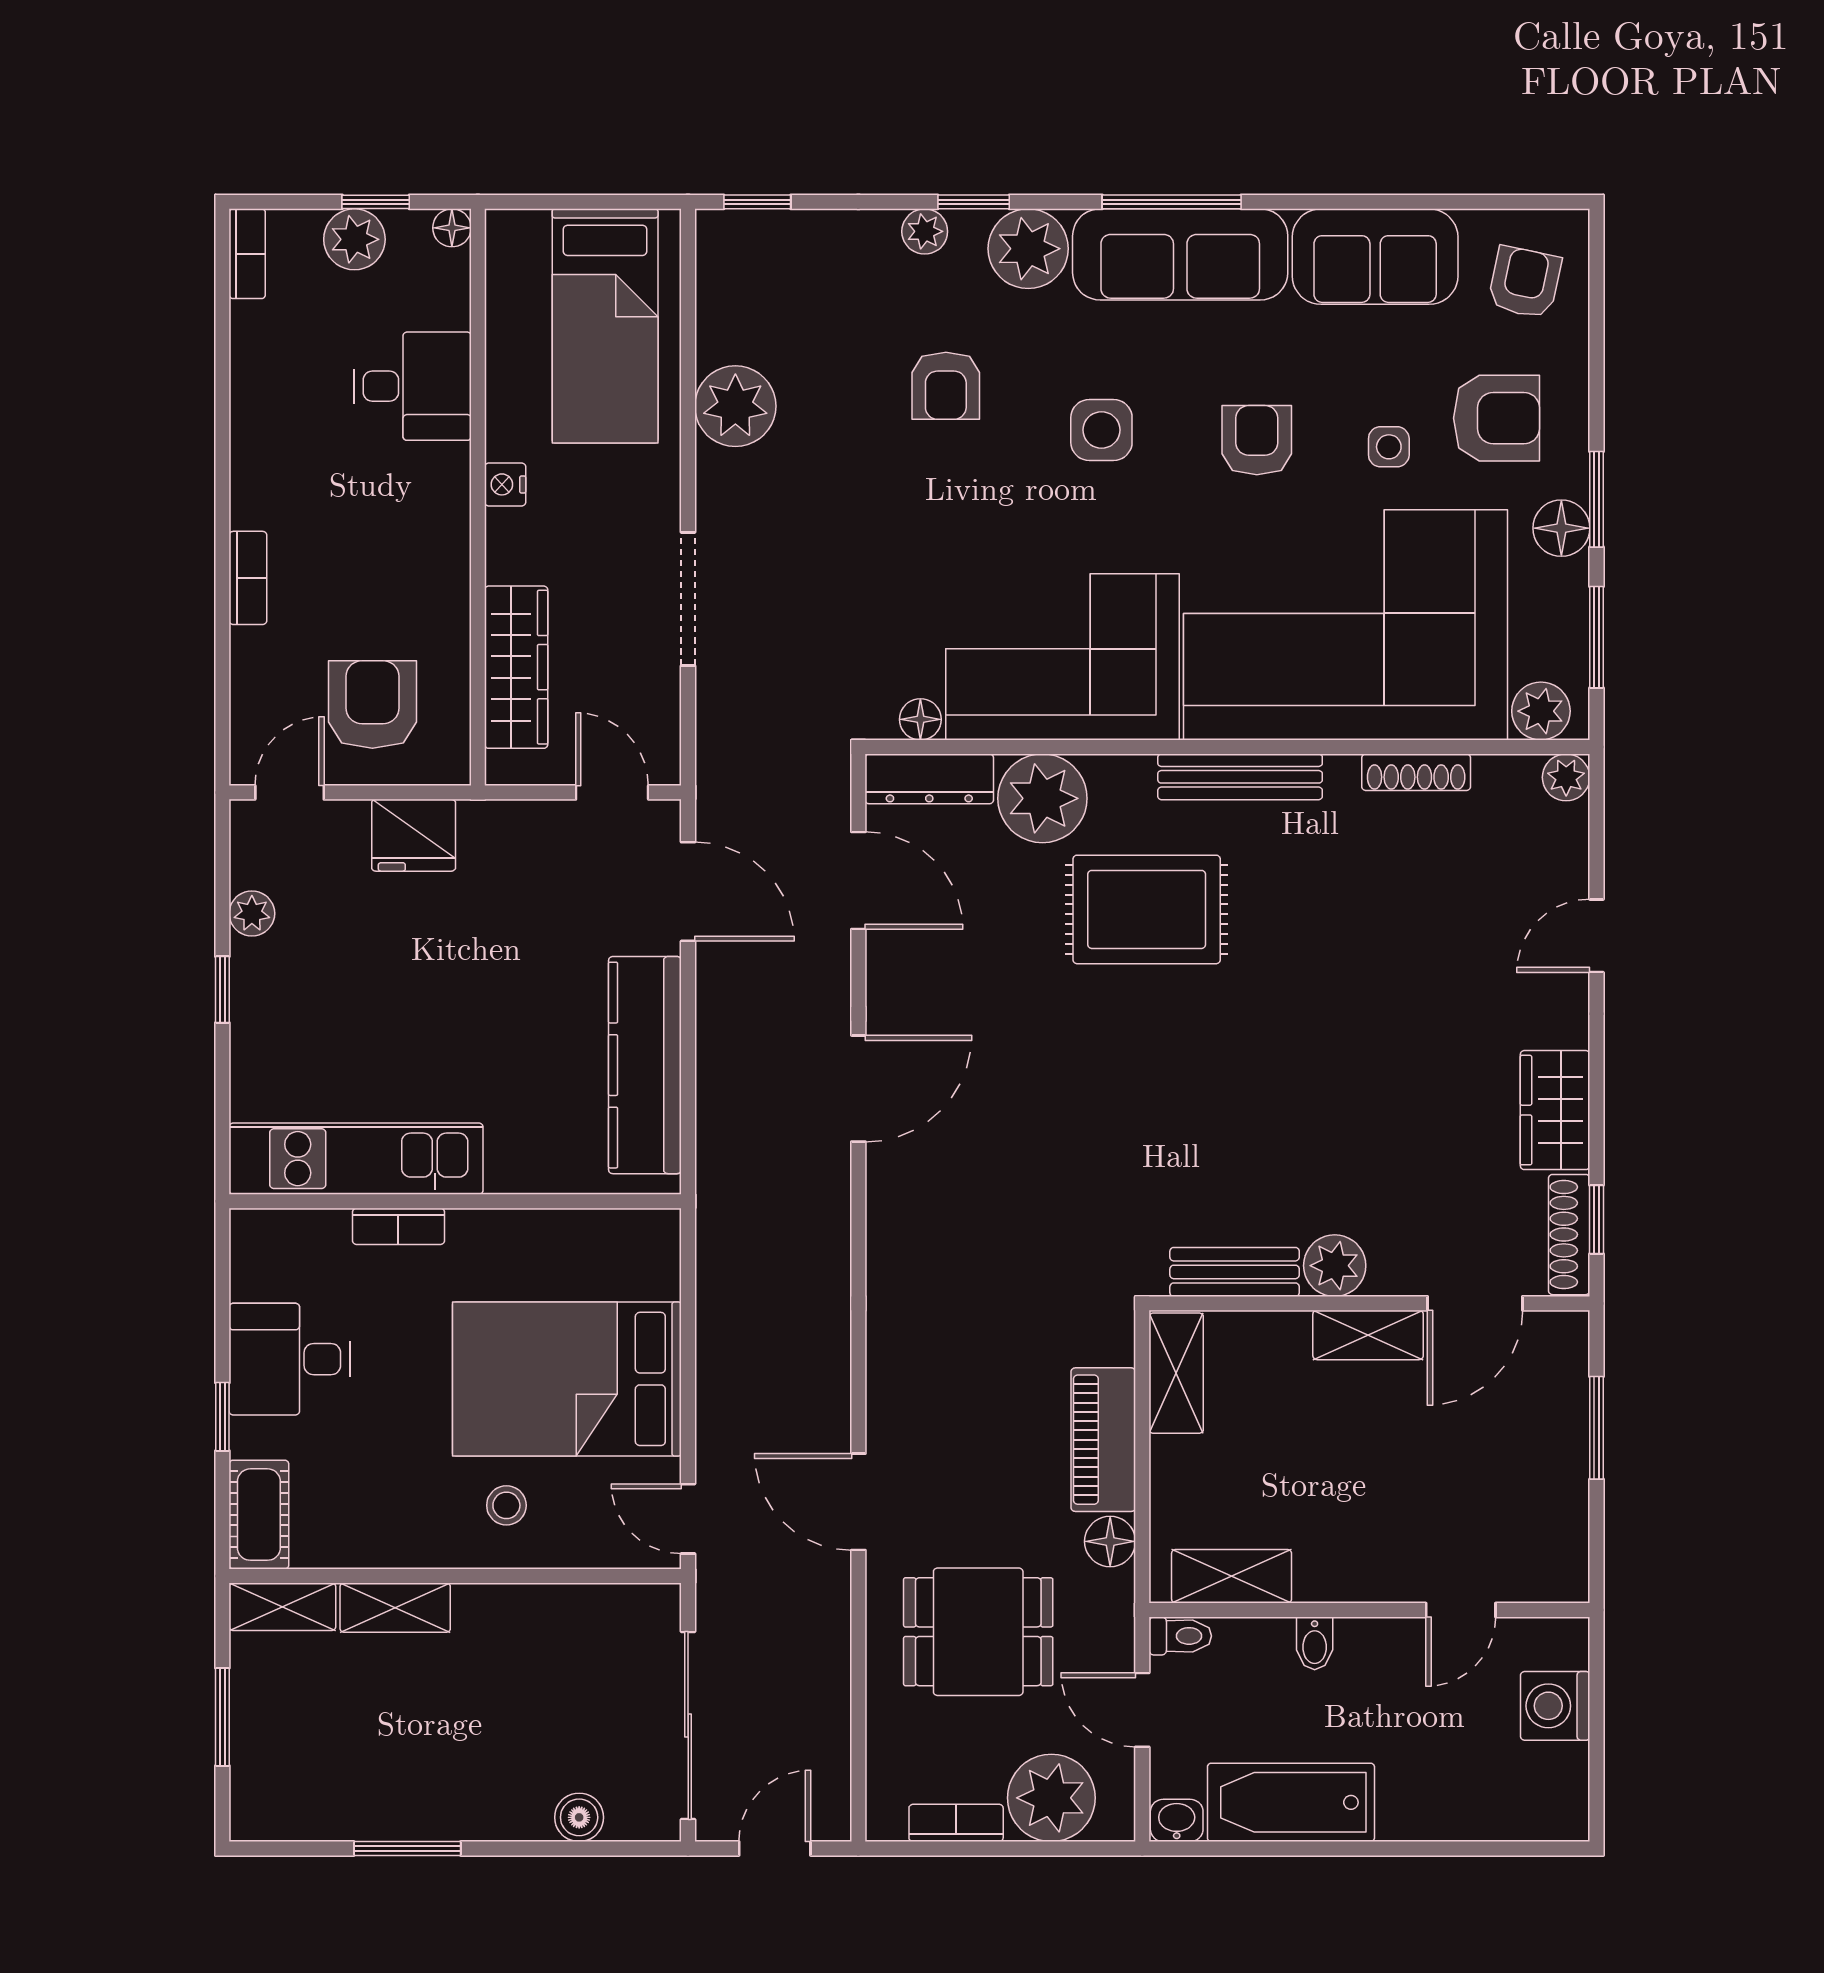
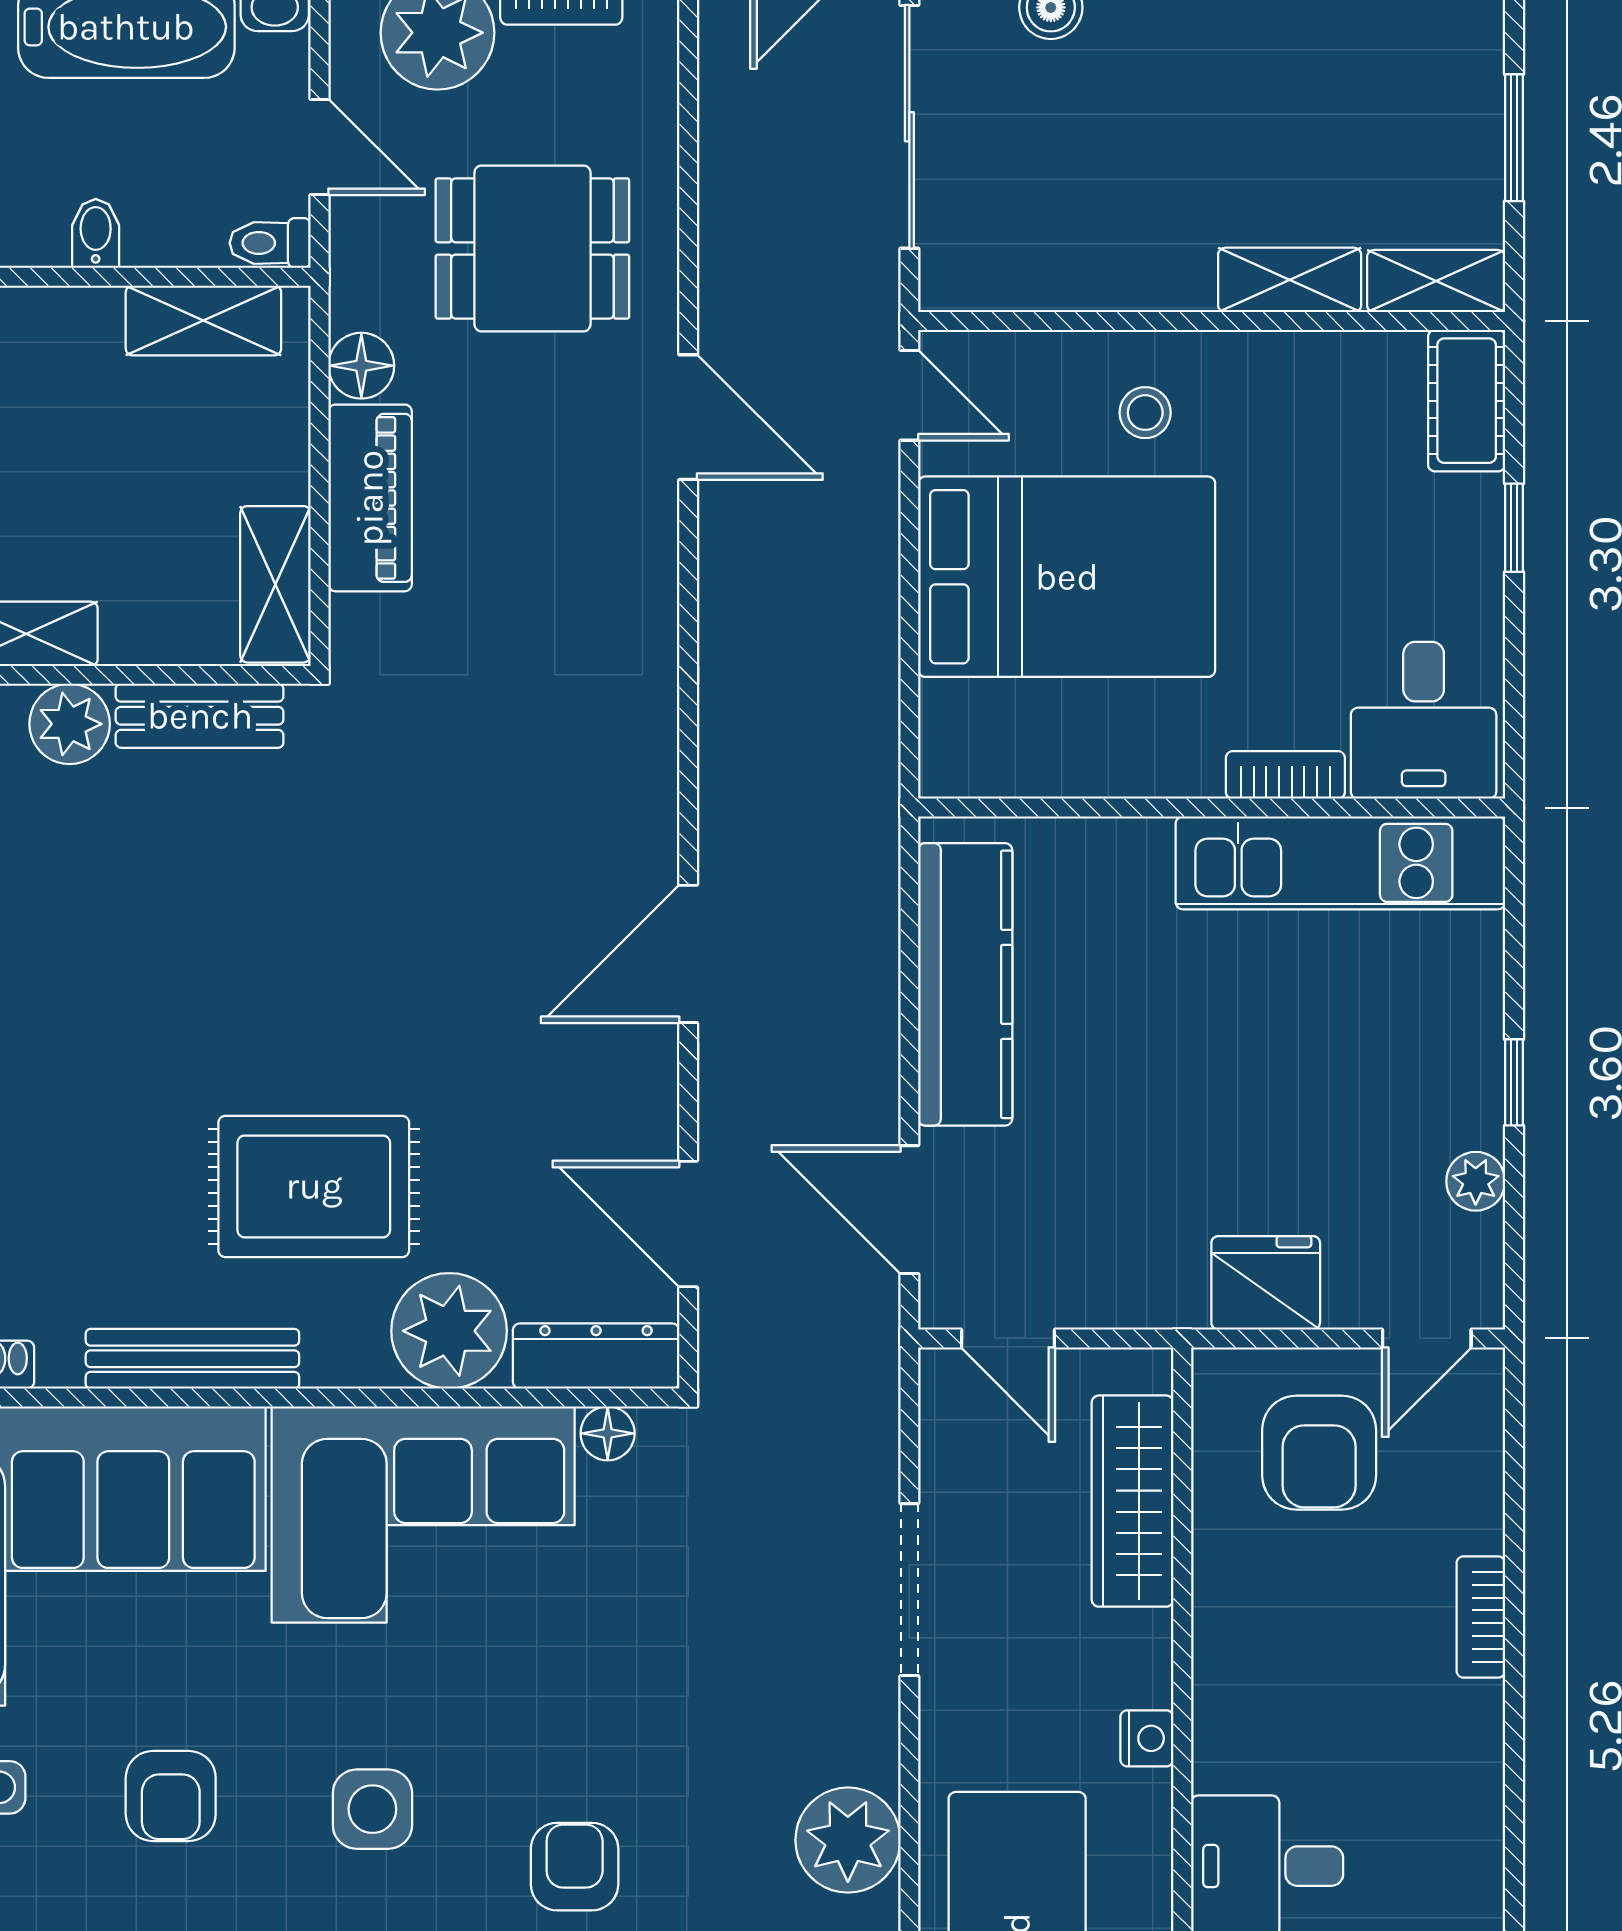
desk: (290, 1359) -> (1424, 720), moved, turned 90

